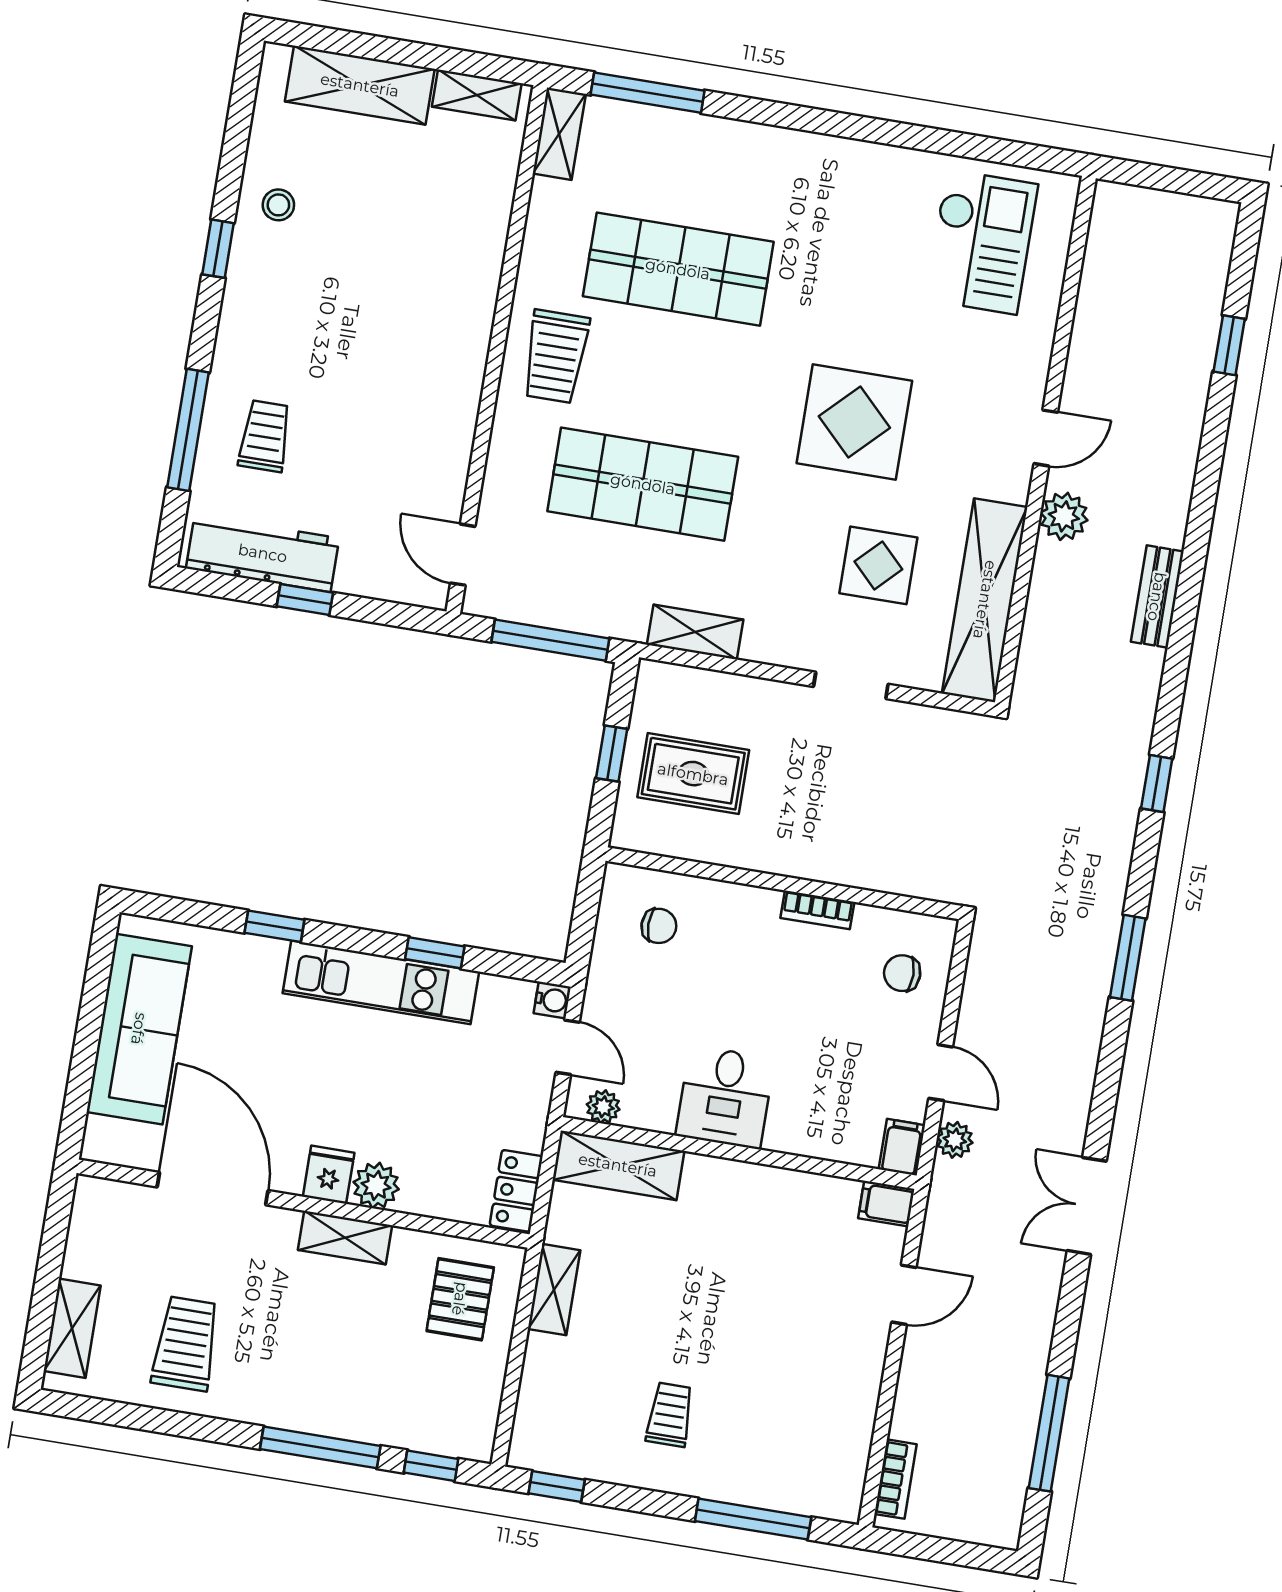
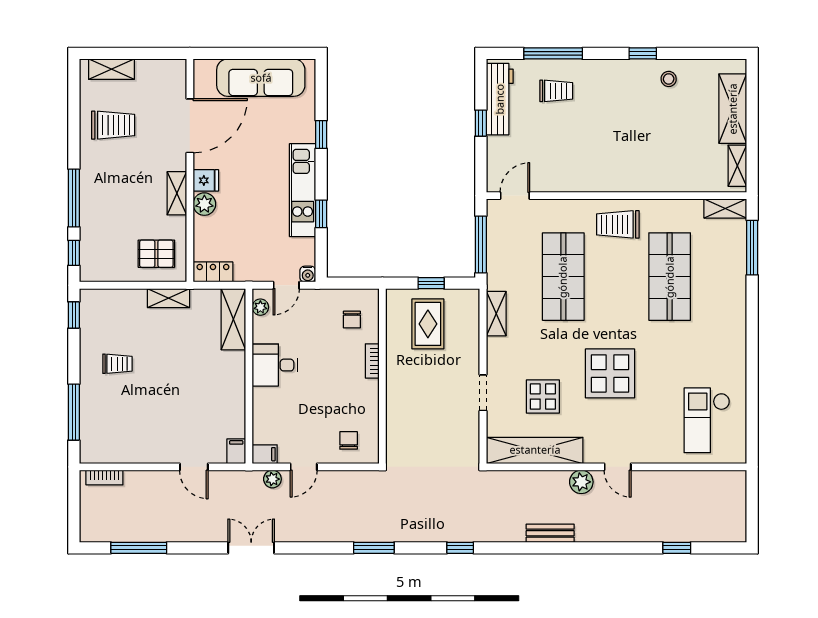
checkout: (981, 242) -> (707, 420), turned 90
bookcase: (817, 910) -> (372, 361), moved

